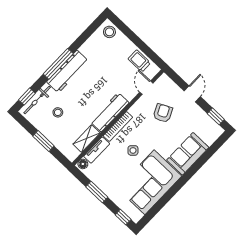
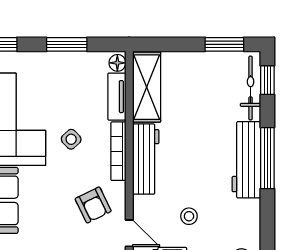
stool: (58, 112) -> (189, 216), moved
armchair: (163, 113) -> (93, 205), moved
shelving: (87, 139) -> (147, 87), width x1.50, depth x1.33
window: (43, 141) -> (224, 44), moved

